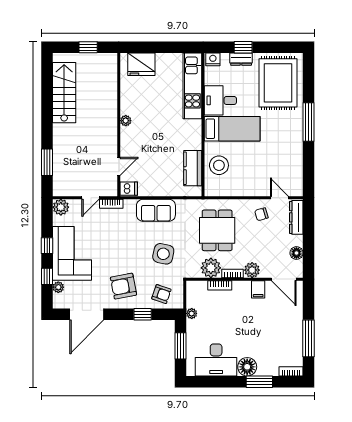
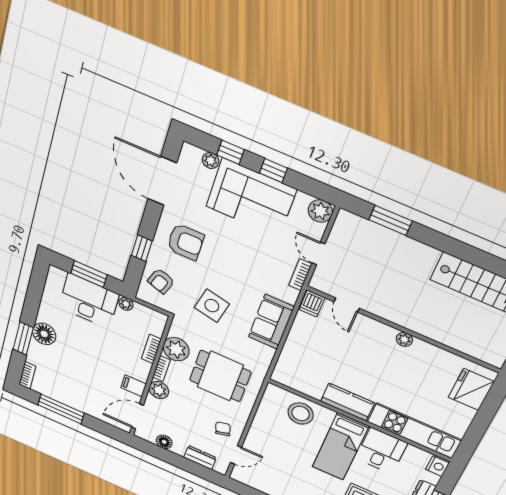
kitchen counter: (193, 168) -> (348, 402), moved
dresser: (296, 217) -> (200, 457), width x0.70
armchair: (123, 286) -> (186, 242), turned 101
desk: (216, 360) -> (89, 301), moved, turned 90

